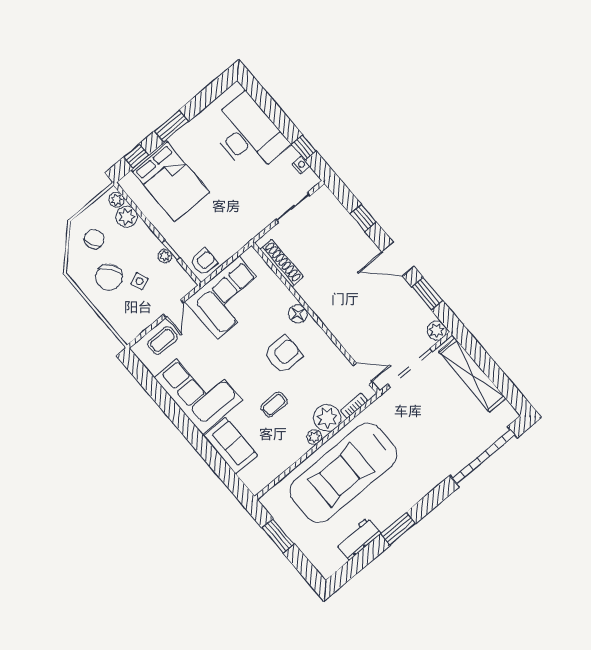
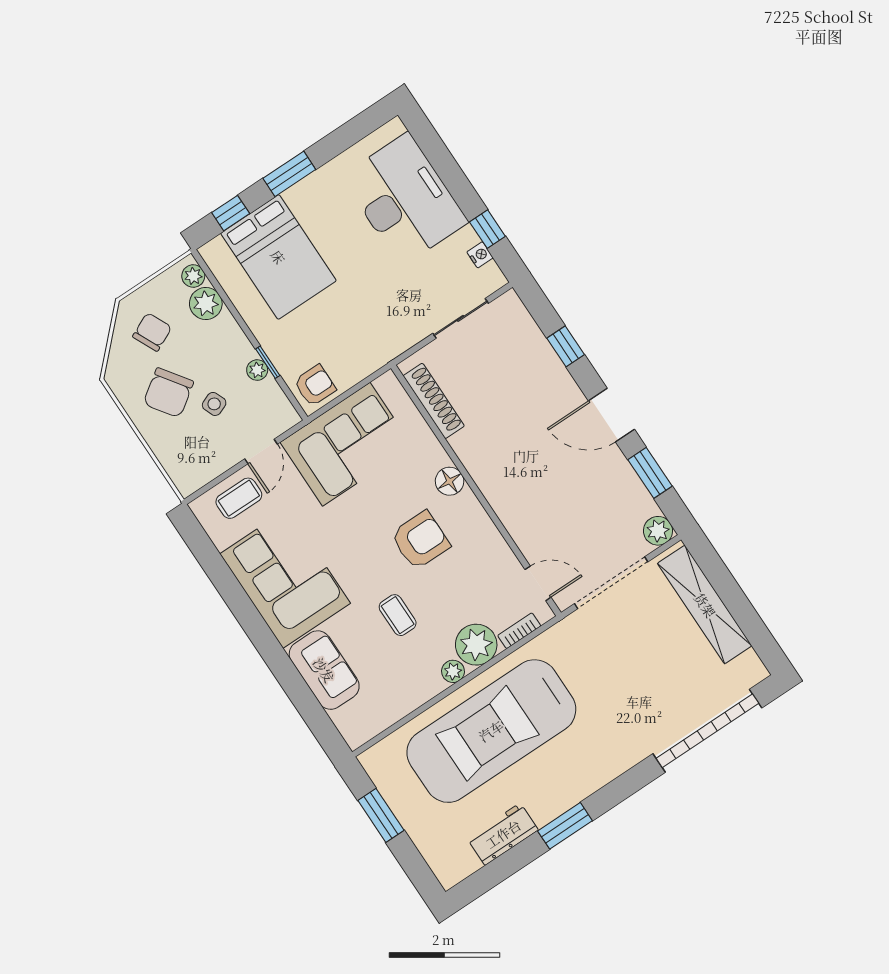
coffee table: (274, 405) -> (398, 615), turned 90

